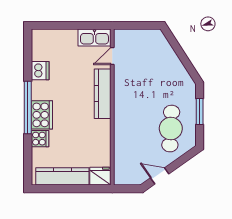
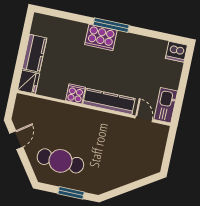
dishwasher: (40, 71) -> (176, 52), moved
window: (28, 108) -> (111, 25), width x0.68
cooker: (40, 139) -> (75, 94), moved, turned 180
kitchen counter: (62, 176) -> (34, 53), width x0.67

